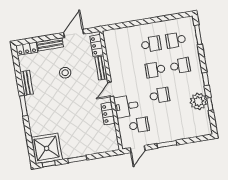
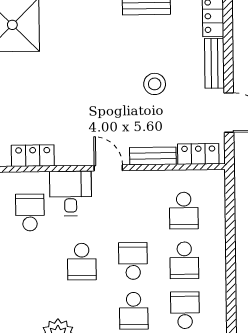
school desk: (126, 48) -> (184, 211), added
locker: (108, 114) -> (33, 156), moved
school desk: (139, 125) -> (30, 212), turned 180

